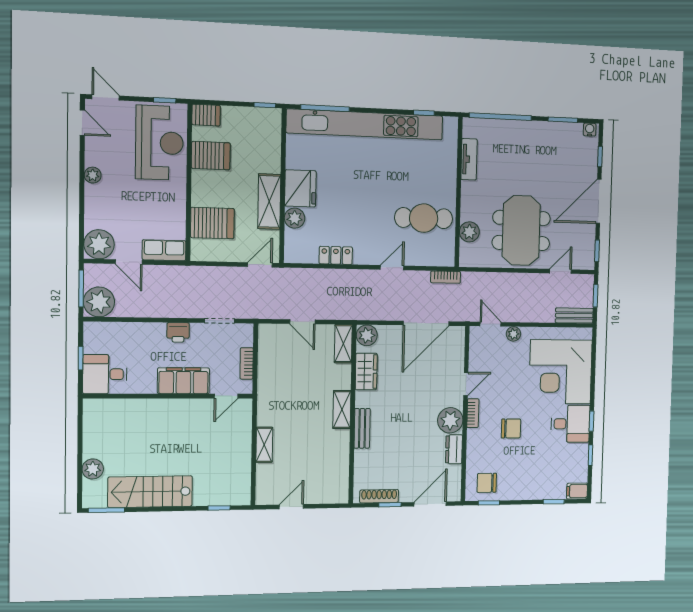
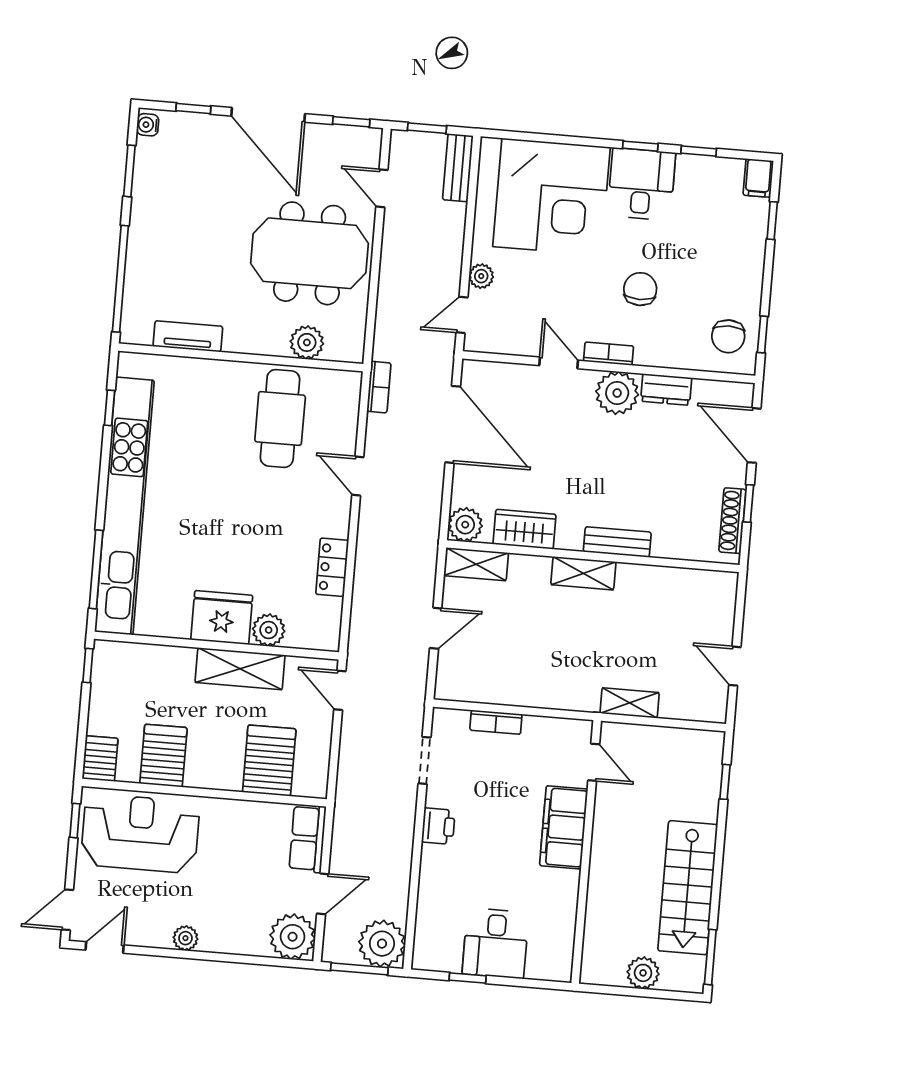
filing cabinet: (183, 381) -> (564, 827), moved
wall: (169, 396) -> (586, 852), moved
door: (226, 396) -> (594, 762), moved

